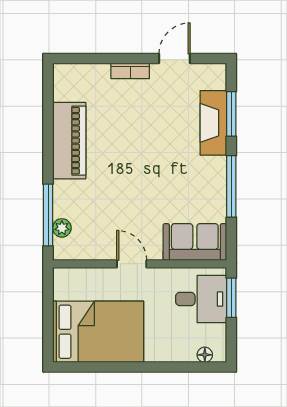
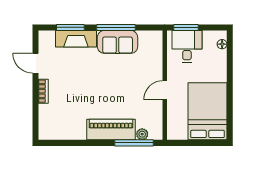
piano: (69, 141) -> (111, 130), moved
sofa: (195, 242) -> (118, 42), moved, turned -90

